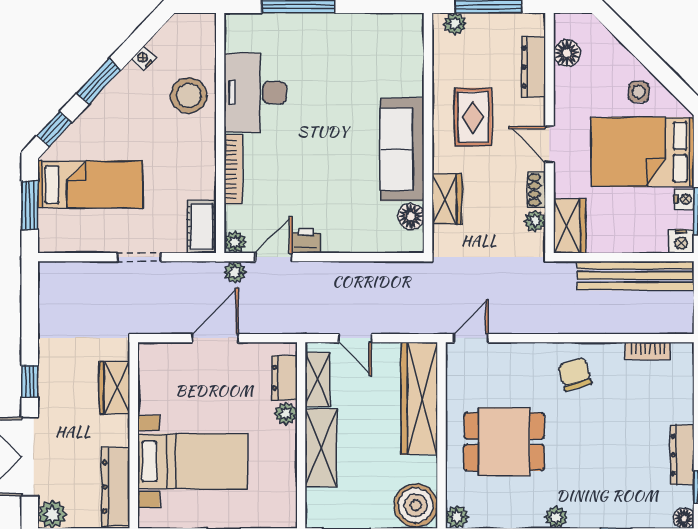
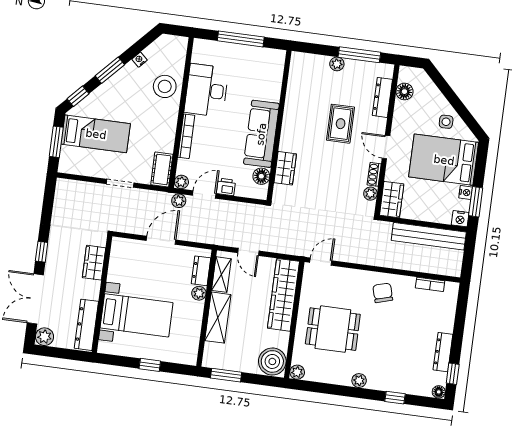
wall: (428, 133) -> (279, 126), moved
sofa: (402, 150) -> (261, 134), moved
wardrobe: (447, 199) -> (285, 168), moved
floor lamp: (411, 216) -> (261, 176), moved

